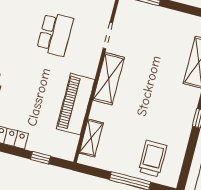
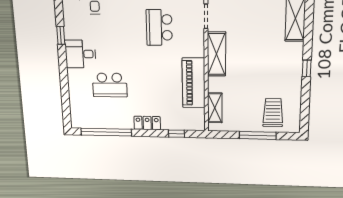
school desk: (55, 34) -> (159, 27), turned 180

